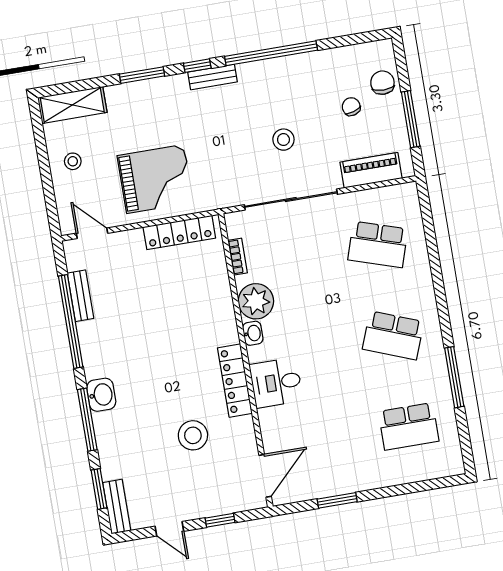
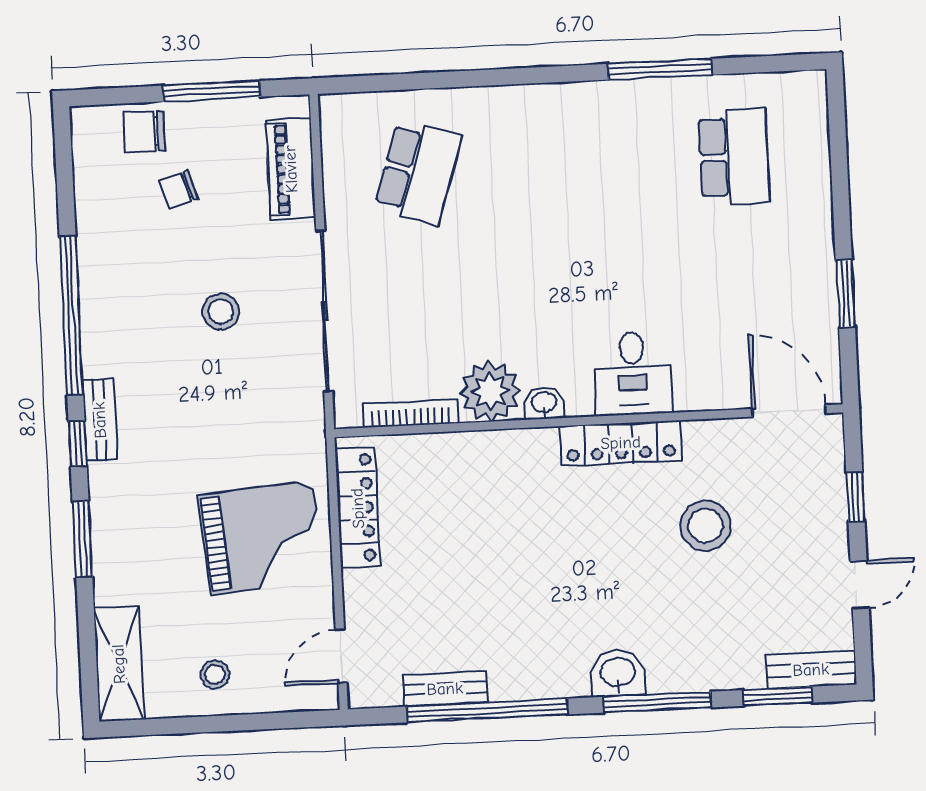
grand piano: (155, 179) -> (262, 537), turned 85
bookcase: (238, 257) -> (411, 413), width x1.56
school desk: (393, 335) -> (576, 165), removed

